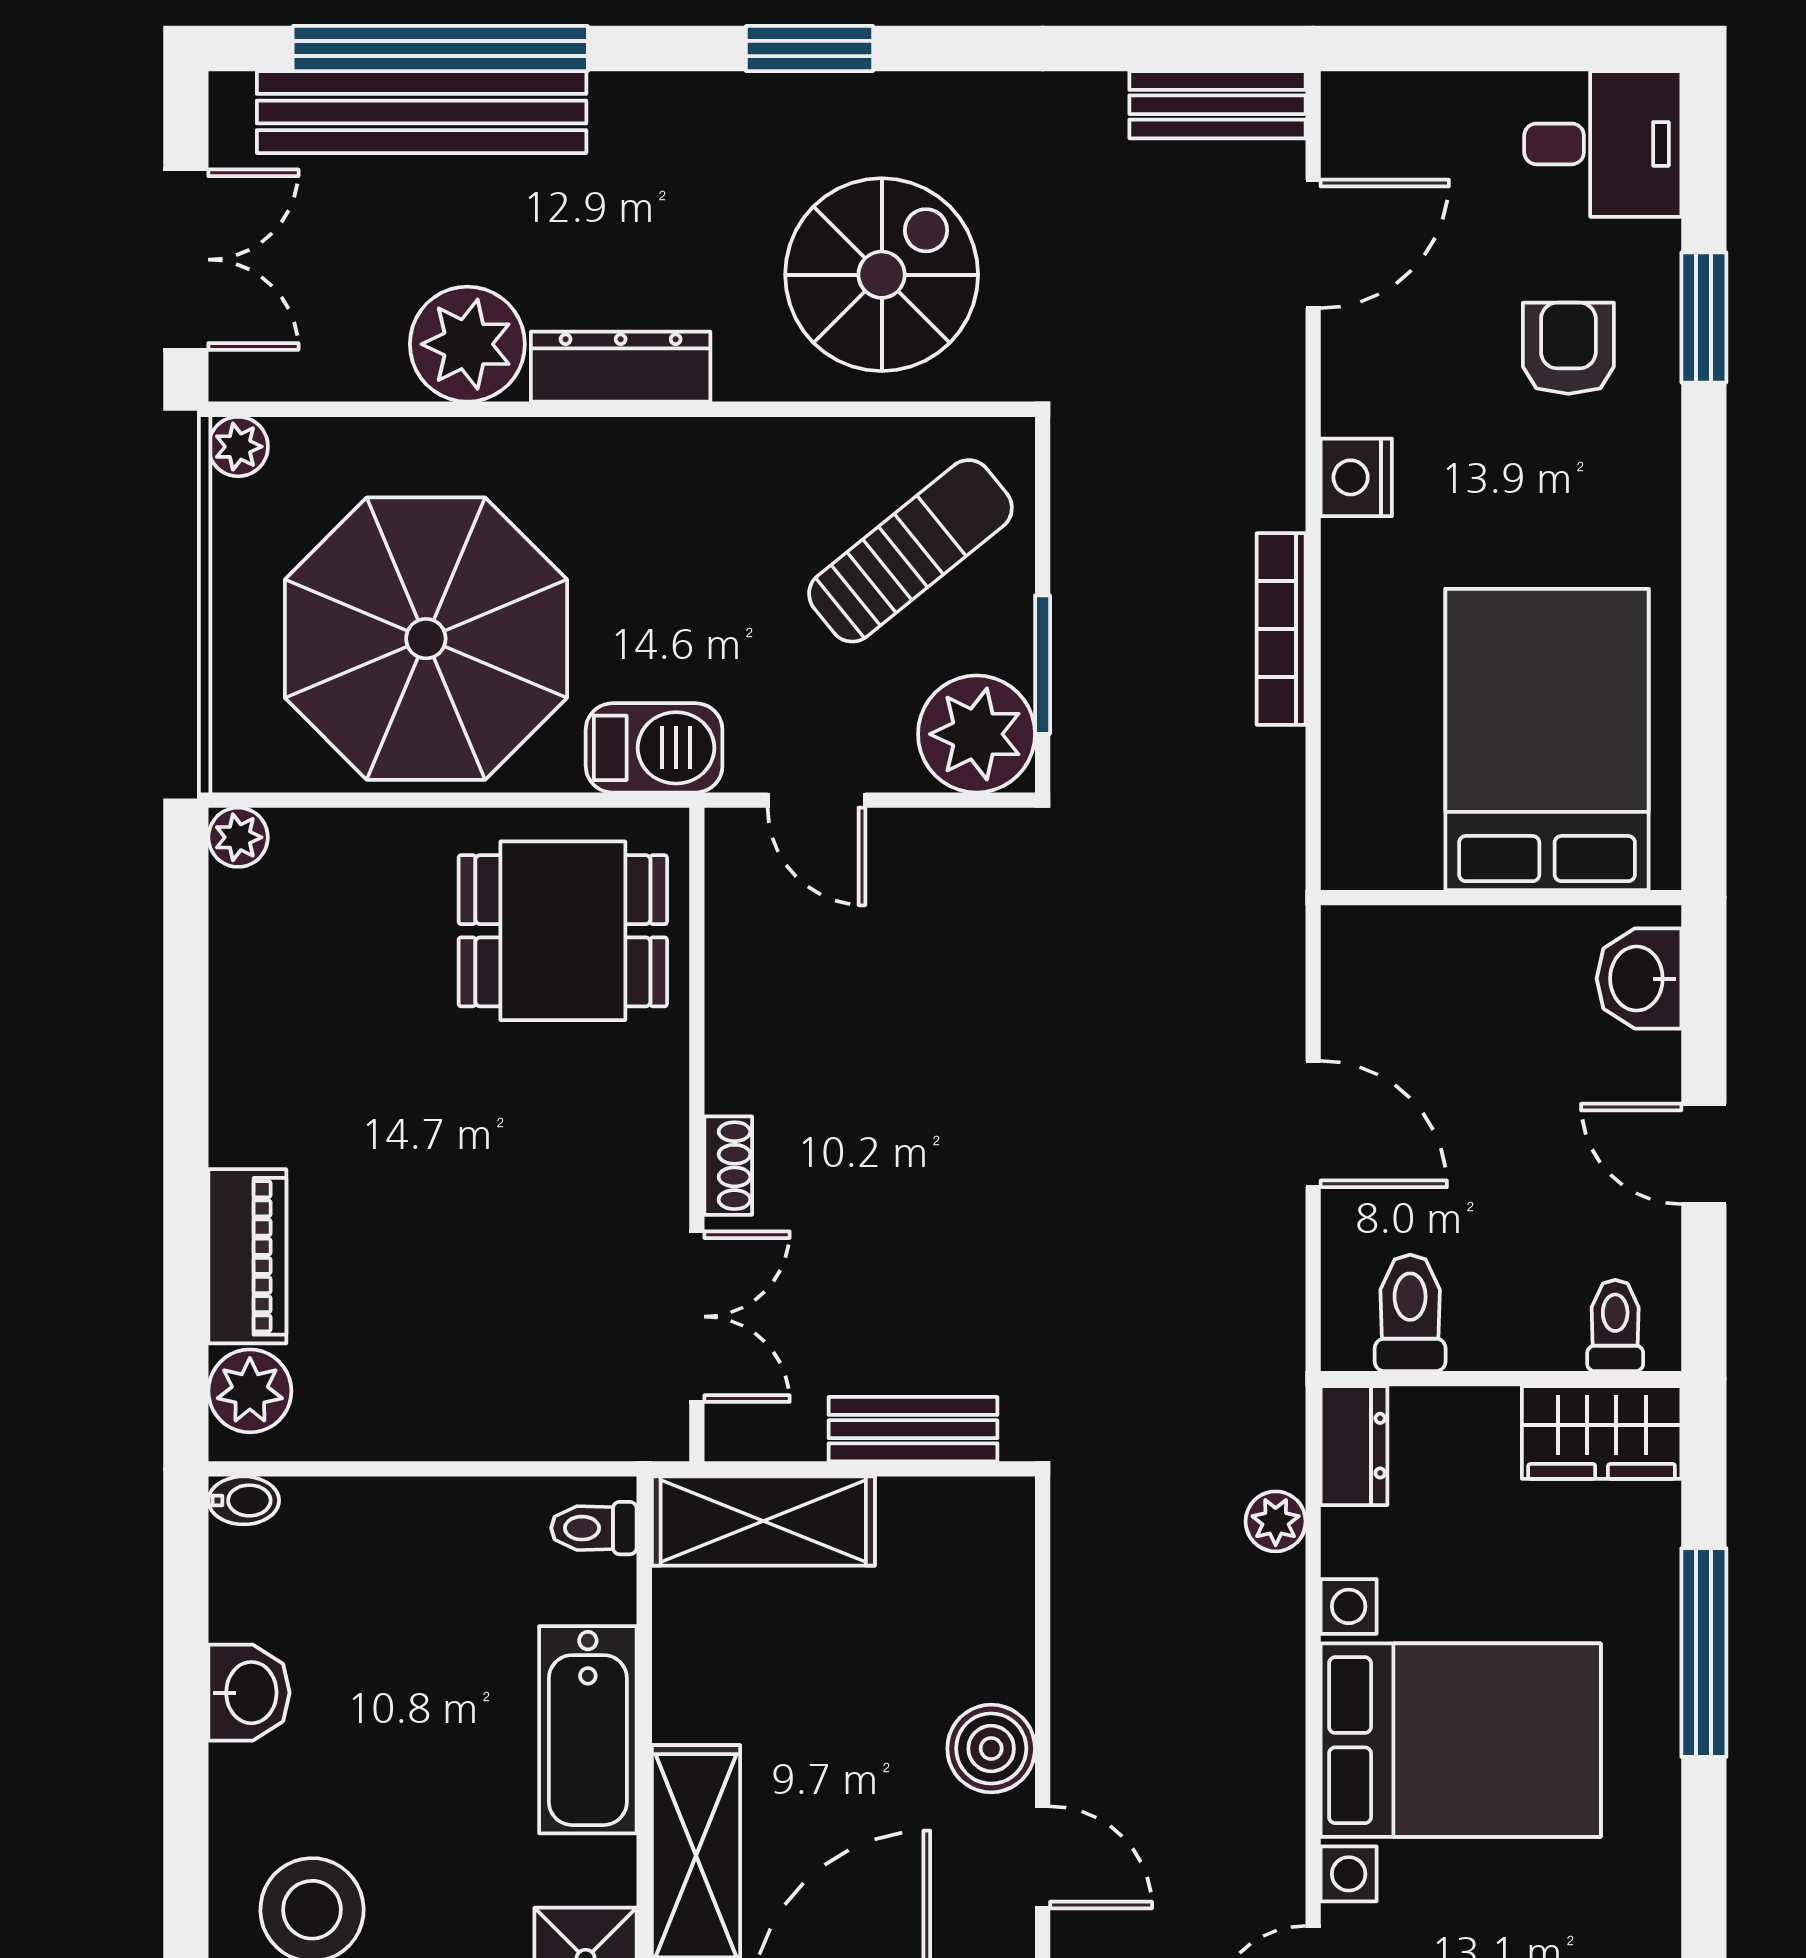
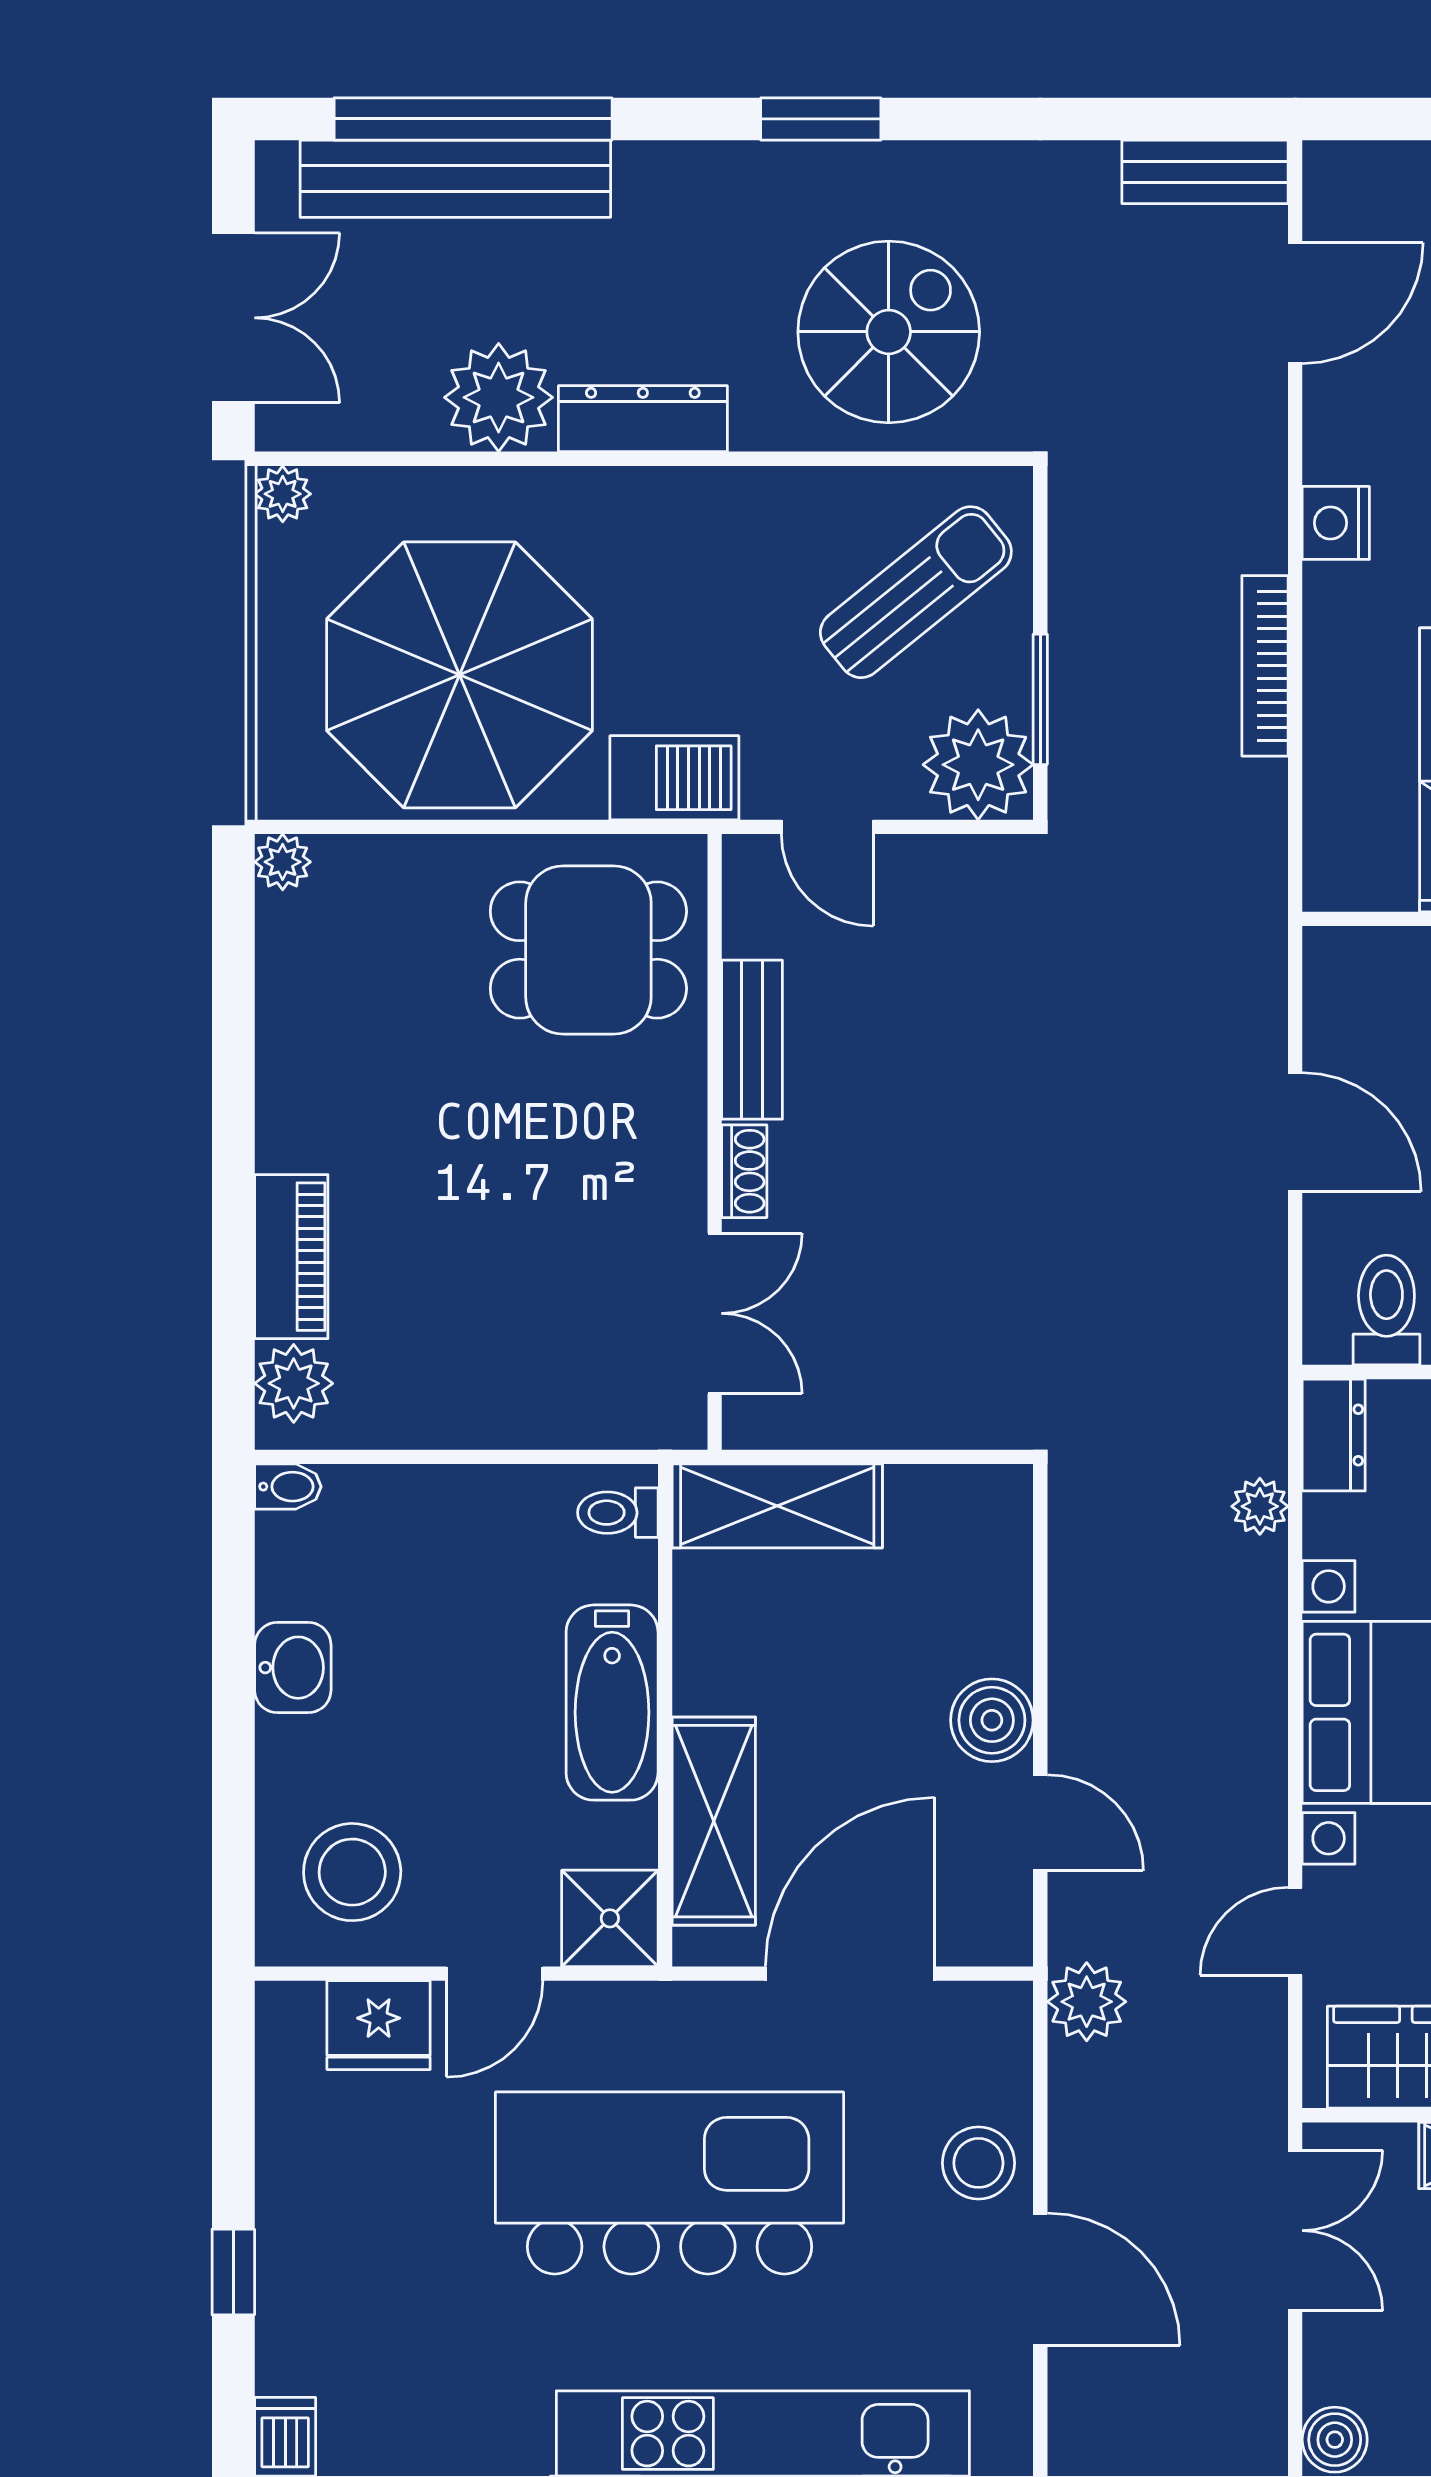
bench: (913, 1429) -> (752, 1040), moved, turned 90

